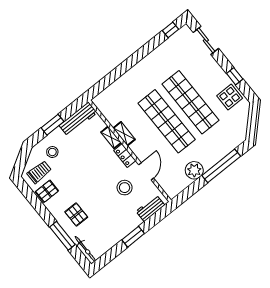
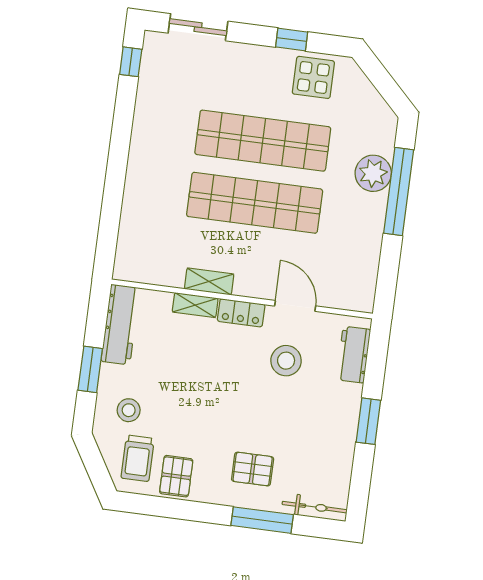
plant: (194, 170) -> (373, 173), moved
trolley: (39, 172) -> (138, 458), turned 180

